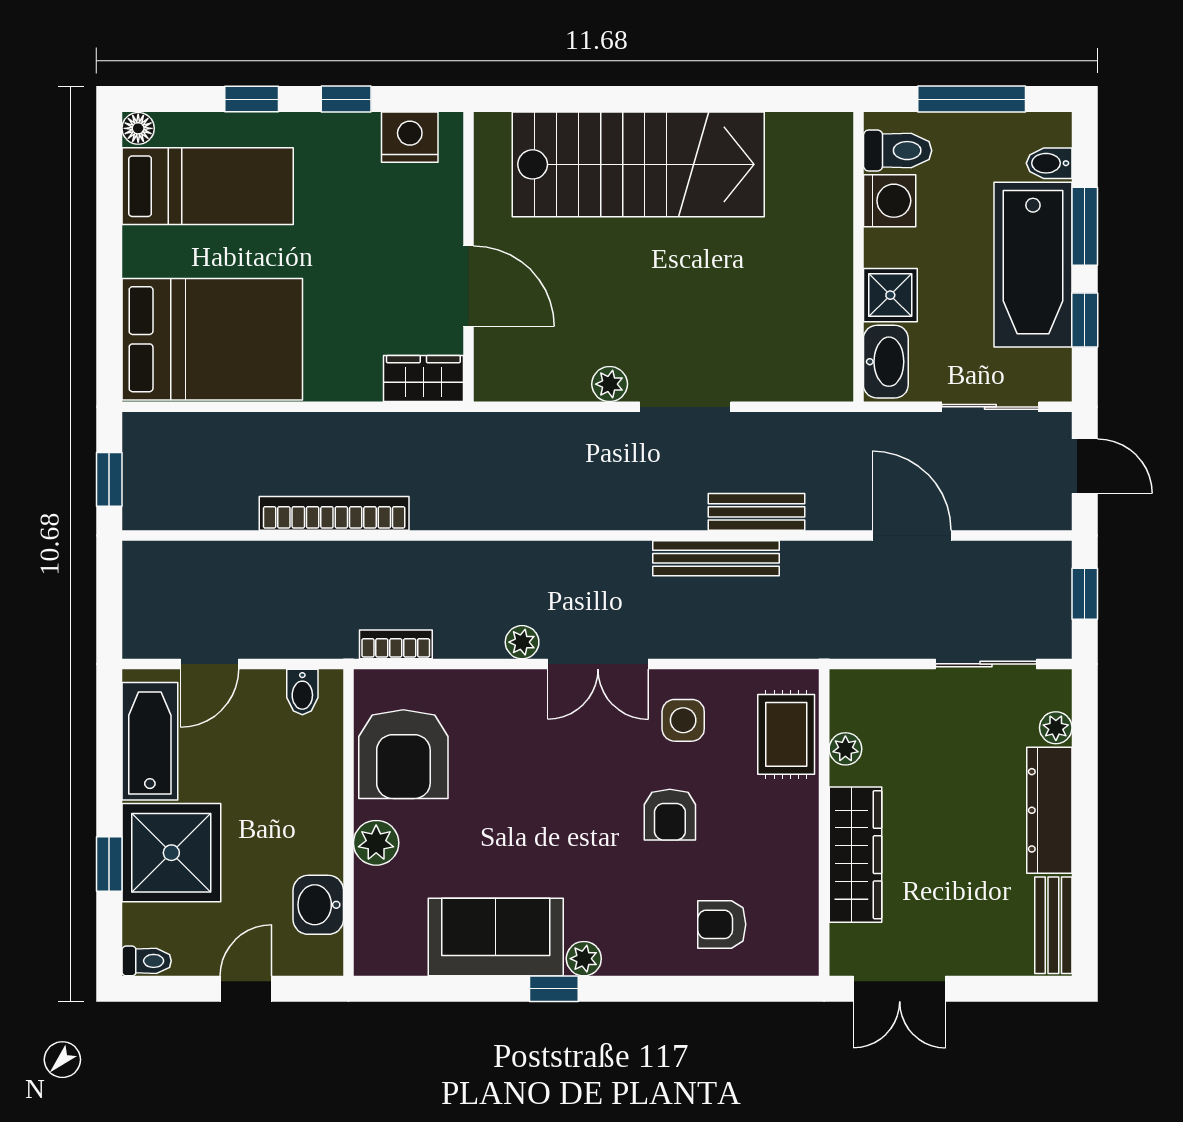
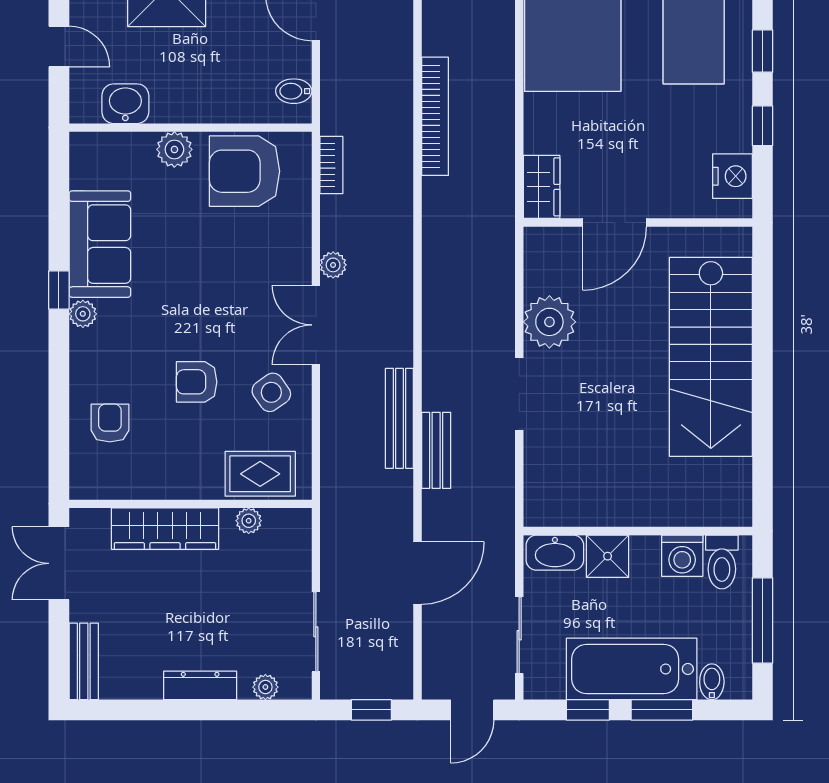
plant: (610, 384) -> (549, 322), width x1.88, depth x1.88
side table: (683, 720) -> (271, 392), turned -35
dresser: (1049, 810) -> (200, 685), width x0.73, depth x0.80
bench: (1053, 925) -> (84, 661), moved, turned 90

